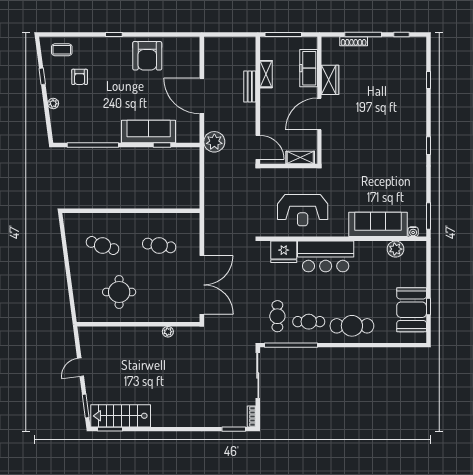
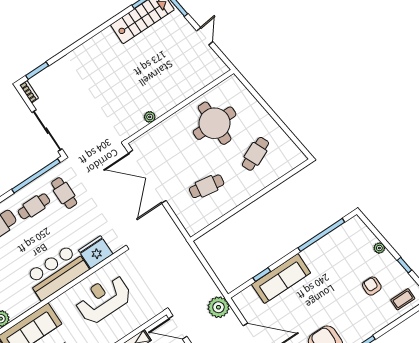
cafe table: (103, 245) -> (255, 154), turned -42
round table: (119, 292) -> (215, 123), width x1.36, depth x1.36

